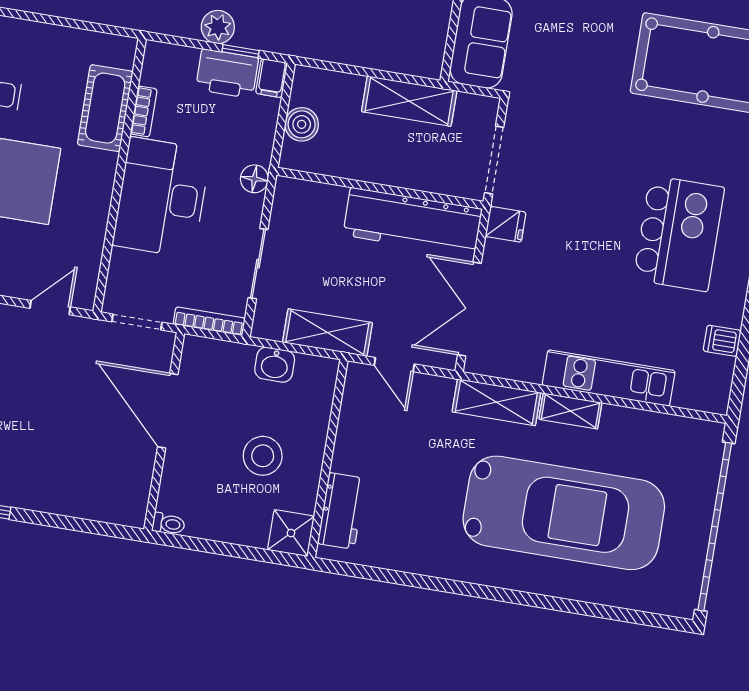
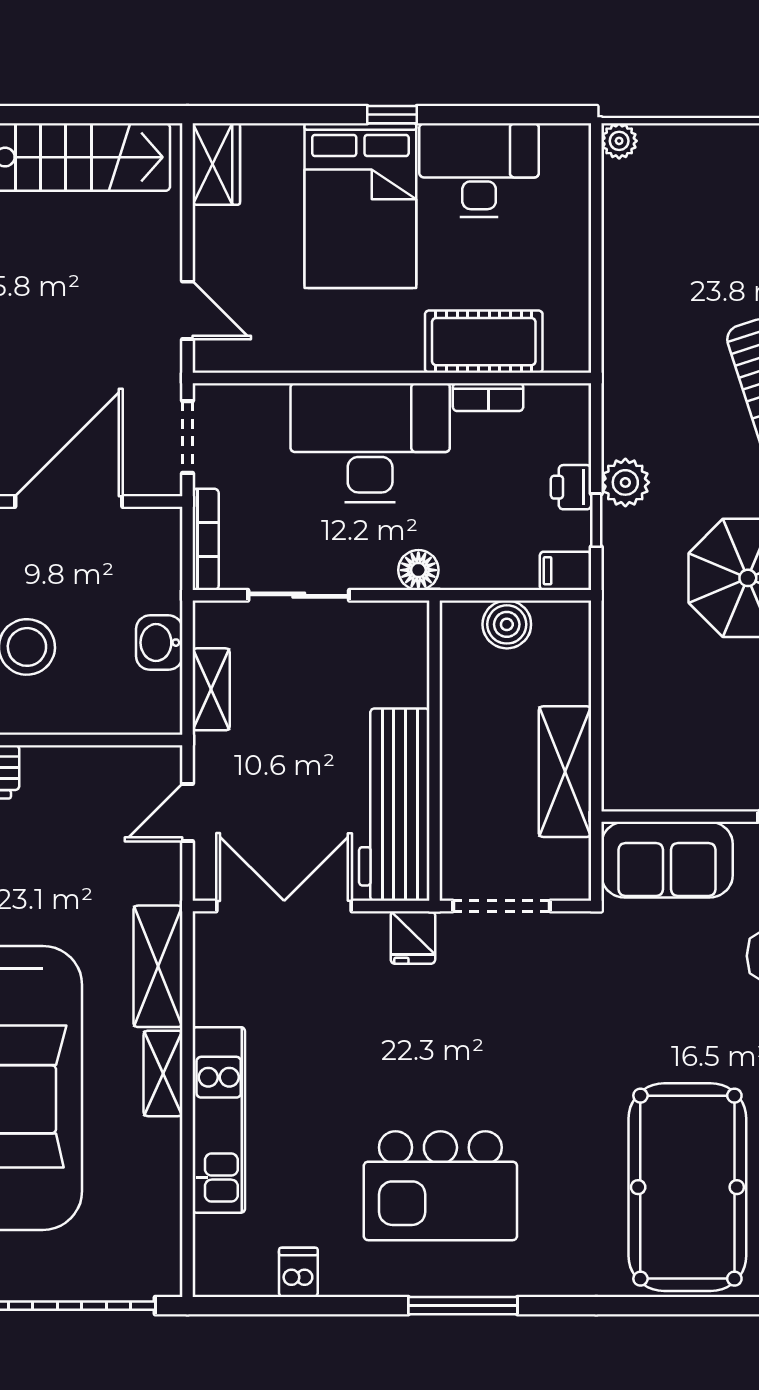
printer: (227, 74) -> (571, 487), width x0.53, depth x0.68
shelving: (327, 333) -> (211, 689), width x0.67, depth x0.75

